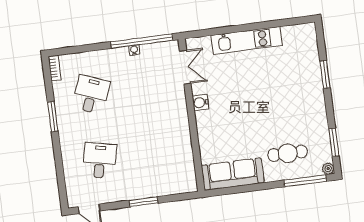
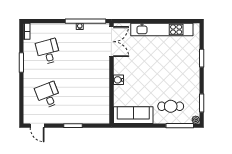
kitchen unit: (247, 40) -> (162, 30), width x1.36
double door: (185, 67) -> (111, 42), width x1.37
desk: (91, 95) -> (48, 52), turned -36
water cooler: (200, 103) -> (118, 80), moved
desk: (100, 161) -> (48, 95), turned -33

